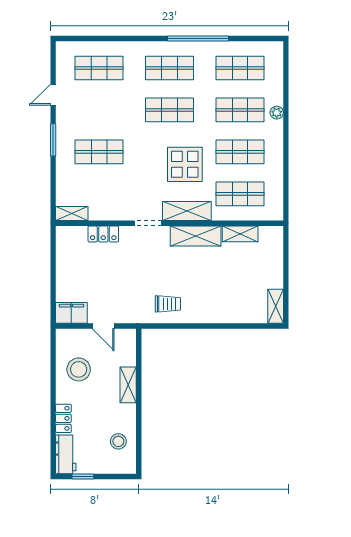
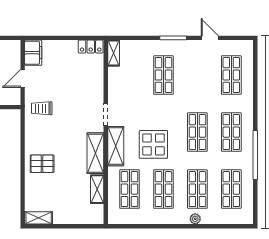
locker: (103, 234) -> (91, 47), moved, turned -90
pallet: (209, 302) -> (42, 164), added
trolley: (168, 304) -> (42, 108), moved, turned 90

